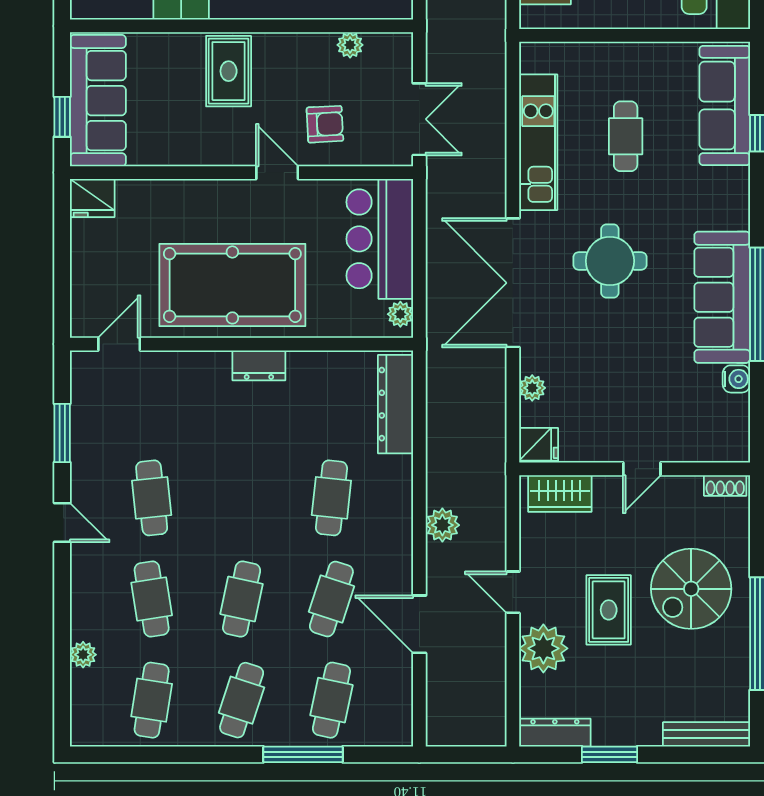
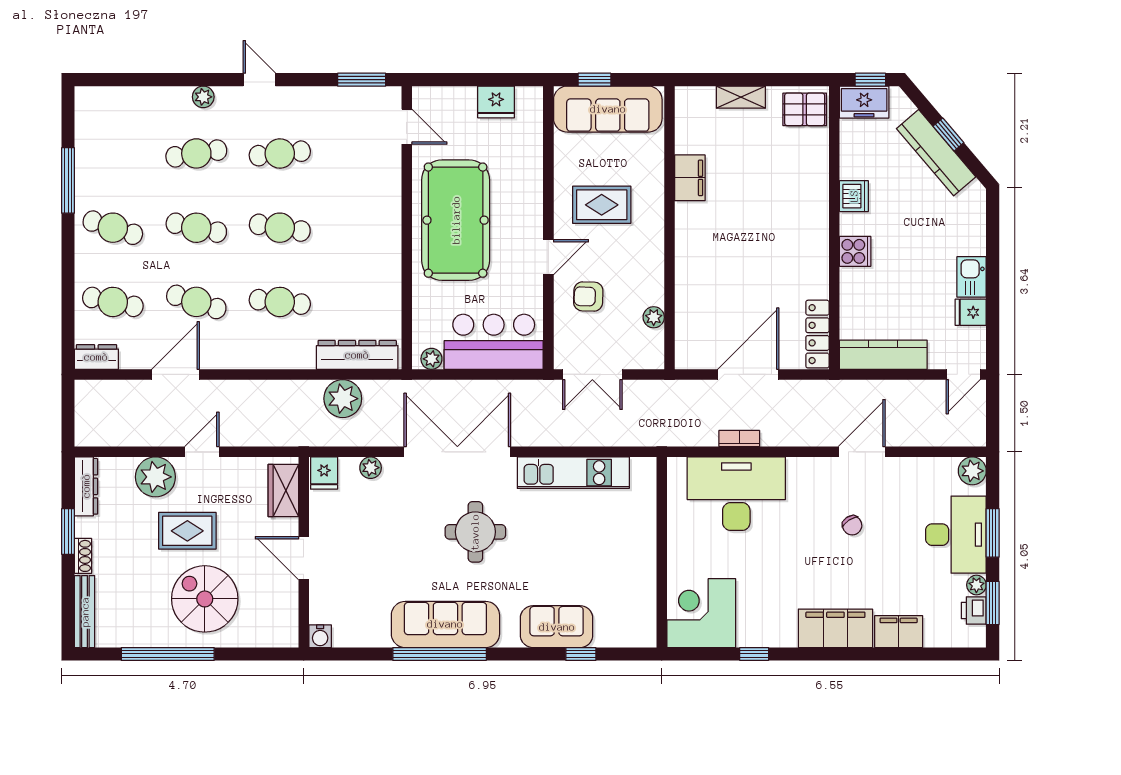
rug: (229, 71) -> (602, 205), moved
sofa: (725, 105) -> (557, 627), moved, width x0.73
armchair: (325, 124) -> (588, 297), turned 95
cafe table: (626, 136) -> (578, 545), removed
fridge: (92, 198) -> (496, 102), moved, turned -90
dresser: (259, 365) -> (96, 357), moved, turned 90
water cooler: (736, 379) -> (320, 636), moved
window: (62, 433) -> (362, 80), moved
door: (642, 469) -> (304, 558), width x1.38
shoe rack: (725, 485) -> (83, 556), moved, turned 180
door: (62, 523) -> (259, 80), swing flipped
plant: (442, 525) -> (343, 399), moved, width x1.36, depth x1.36
plant: (83, 655) -> (203, 97), moved
cafe table: (152, 700) -> (280, 228), moved
window: (303, 754) -> (68, 180), moved

